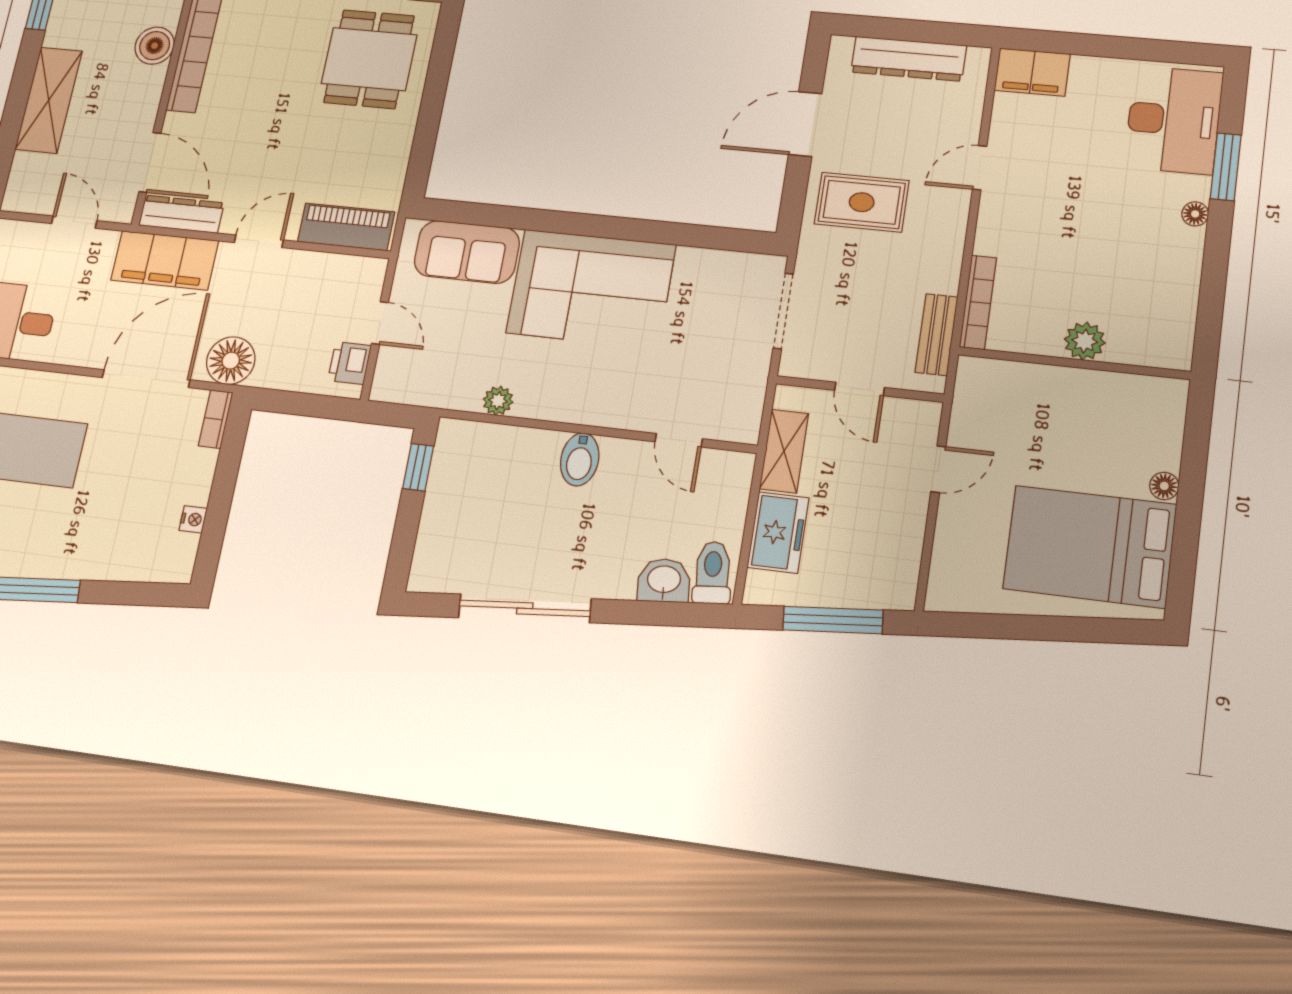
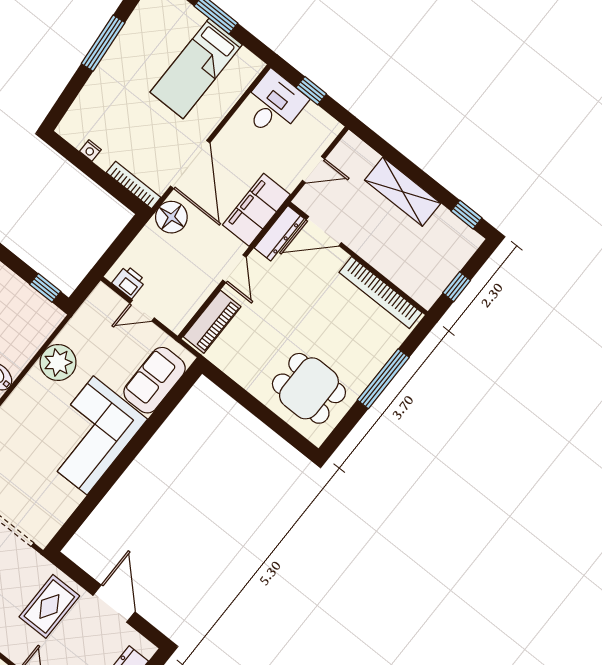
boiler: (155, 46) -> (398, 270), removed
plant: (498, 401) -> (58, 362), width x1.87, depth x1.87
bookcase: (216, 419) -> (134, 185), width x1.56

